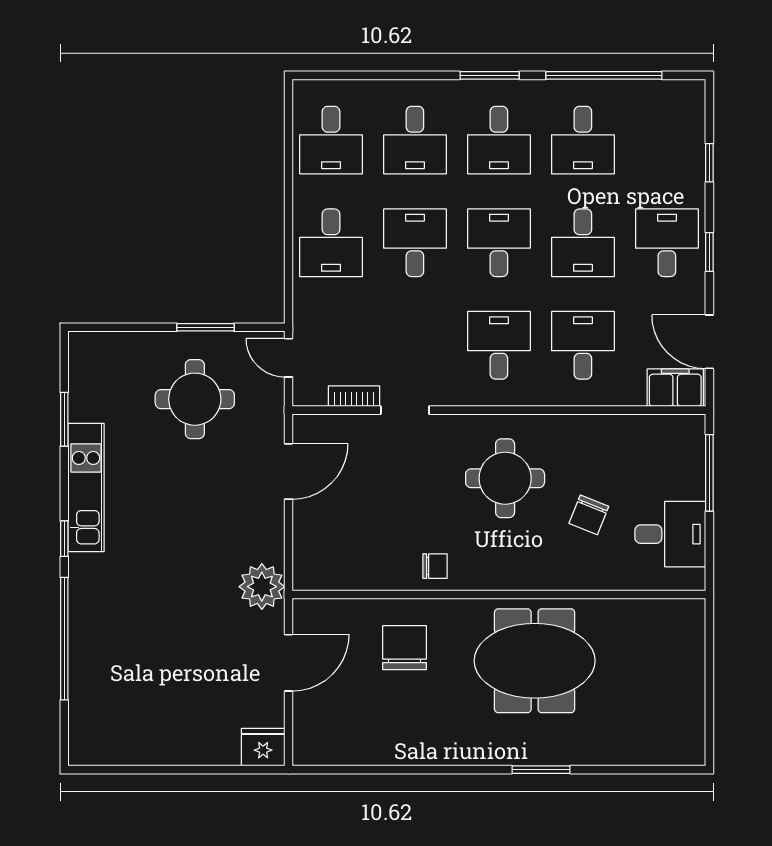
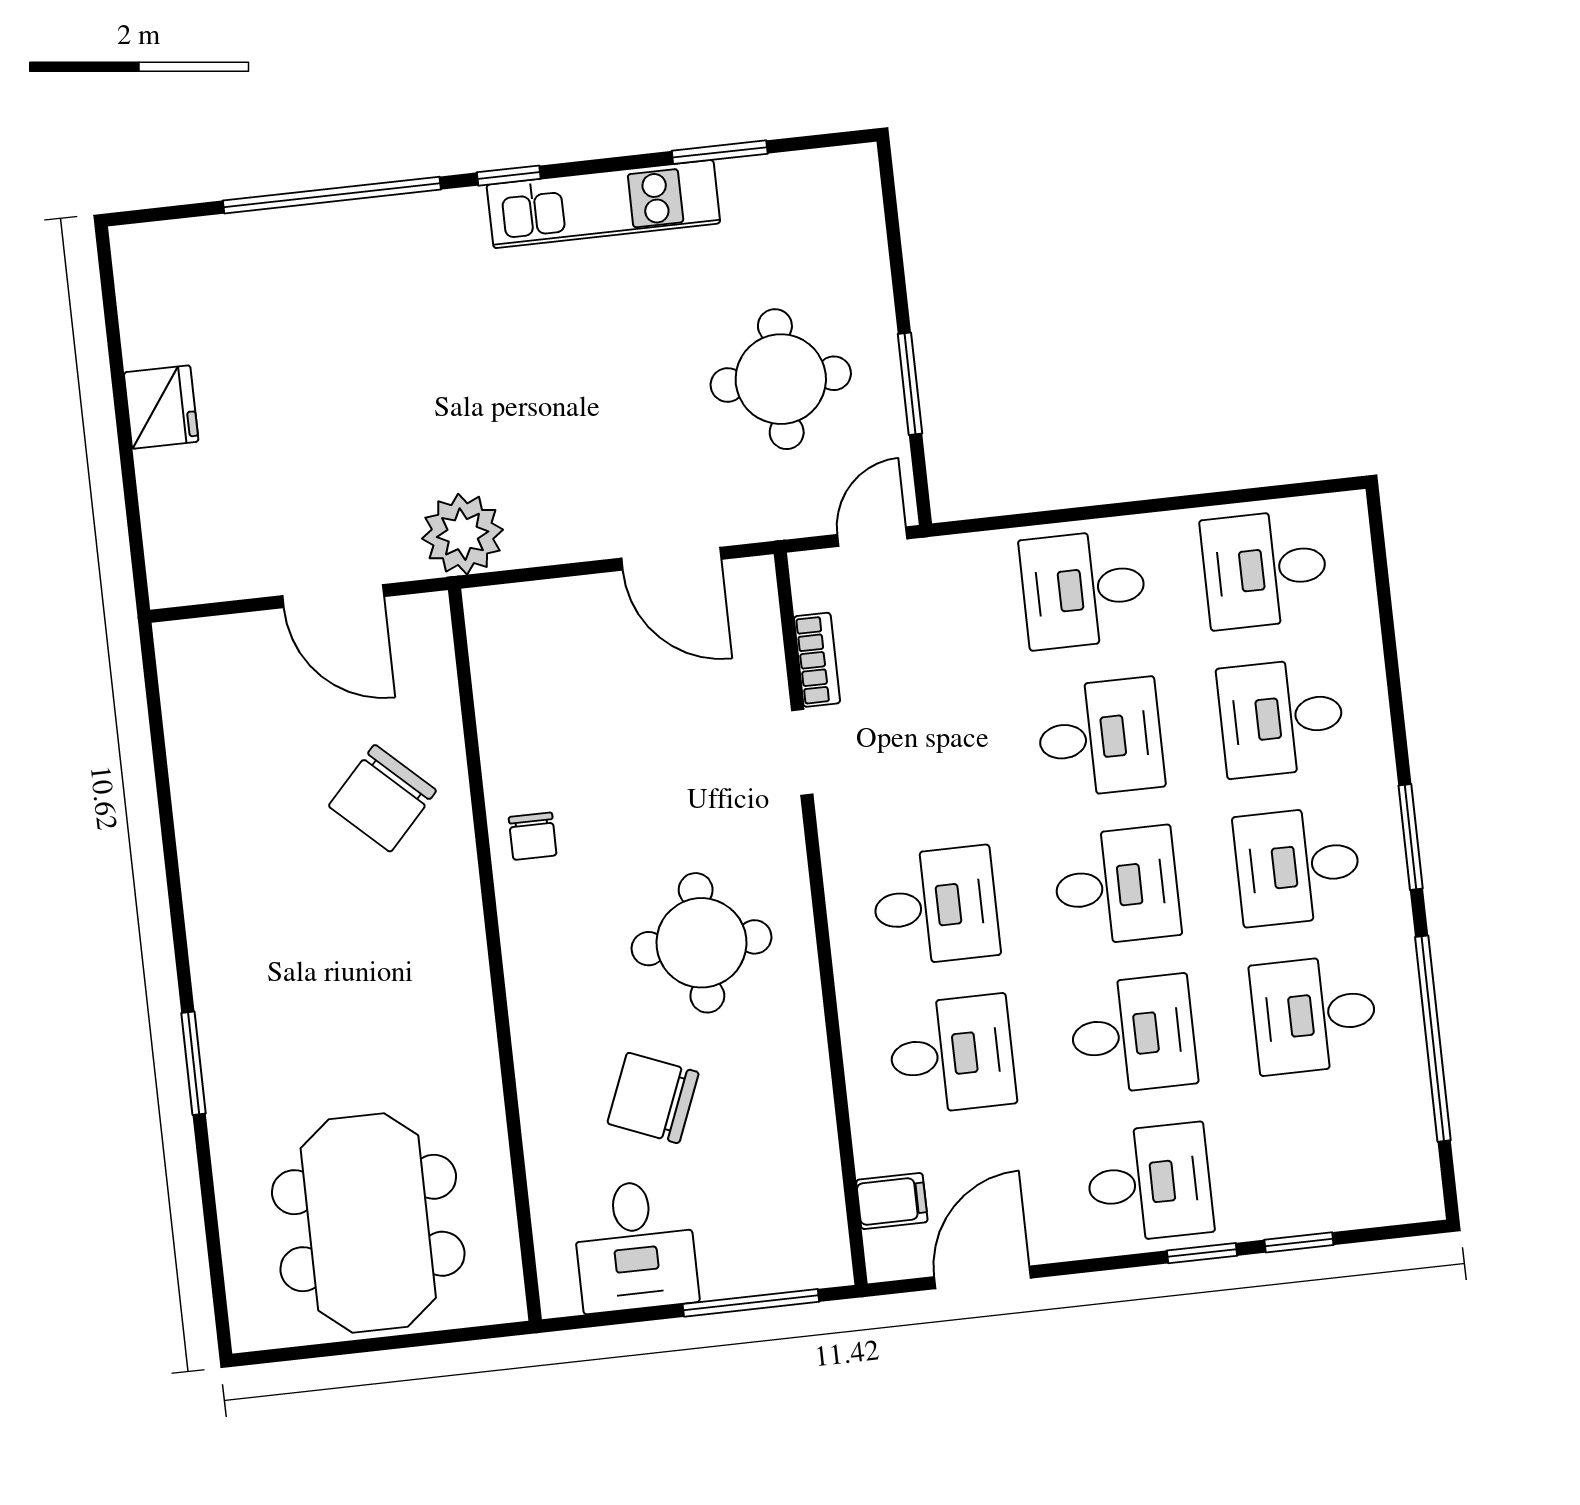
desk: (583, 243) -> (1133, 1034), turned 180
window: (709, 252) -> (1202, 1253), moved
filing cabinet: (675, 388) -> (892, 1201), width x0.50
chair: (589, 515) -> (653, 1098), width x1.37, depth x1.37
chair: (405, 648) -> (382, 798), turned 133
meeting table: (535, 661) -> (368, 1223), moved
fridge: (263, 747) -> (161, 407), moved

